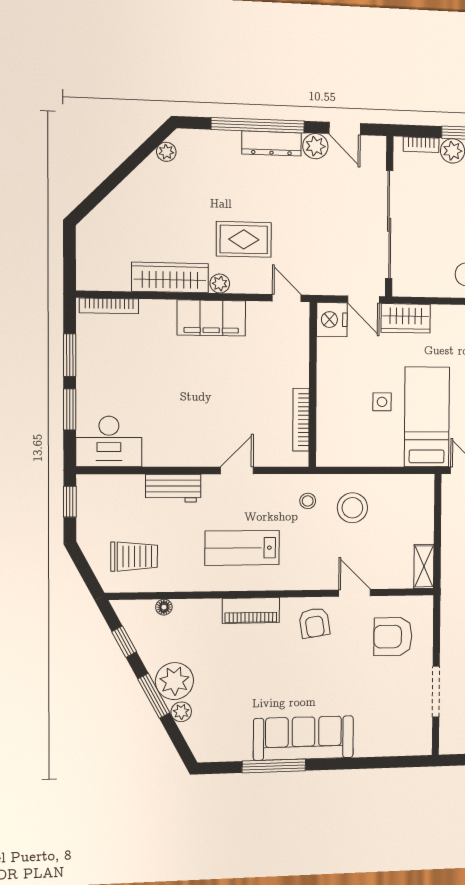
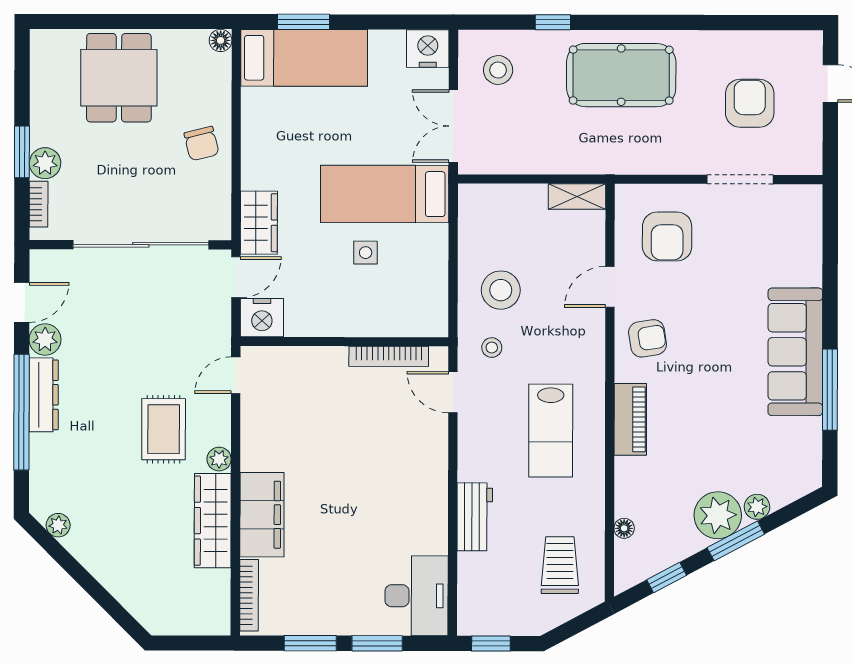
filing cabinet: (211, 318) -> (262, 515), moved
door: (237, 470) -> (453, 392), moved

